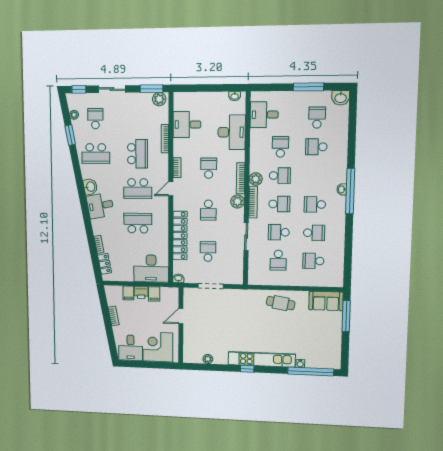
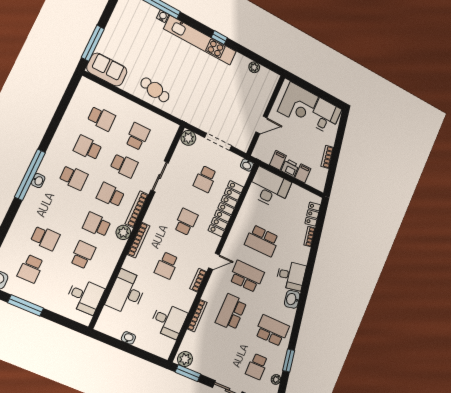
washbasin: (235, 96) -> (128, 338), moved
school desk: (280, 147) -> (83, 255), turned 180
plant: (238, 201) -> (188, 138), moved

